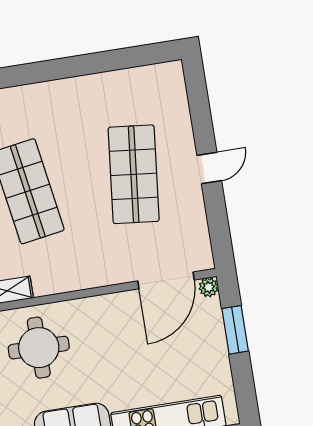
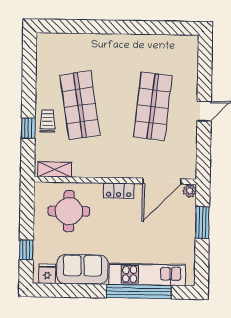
locker: (106, 305) -> (119, 191), added

